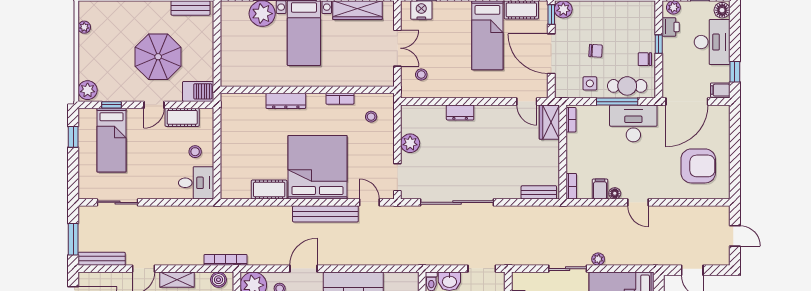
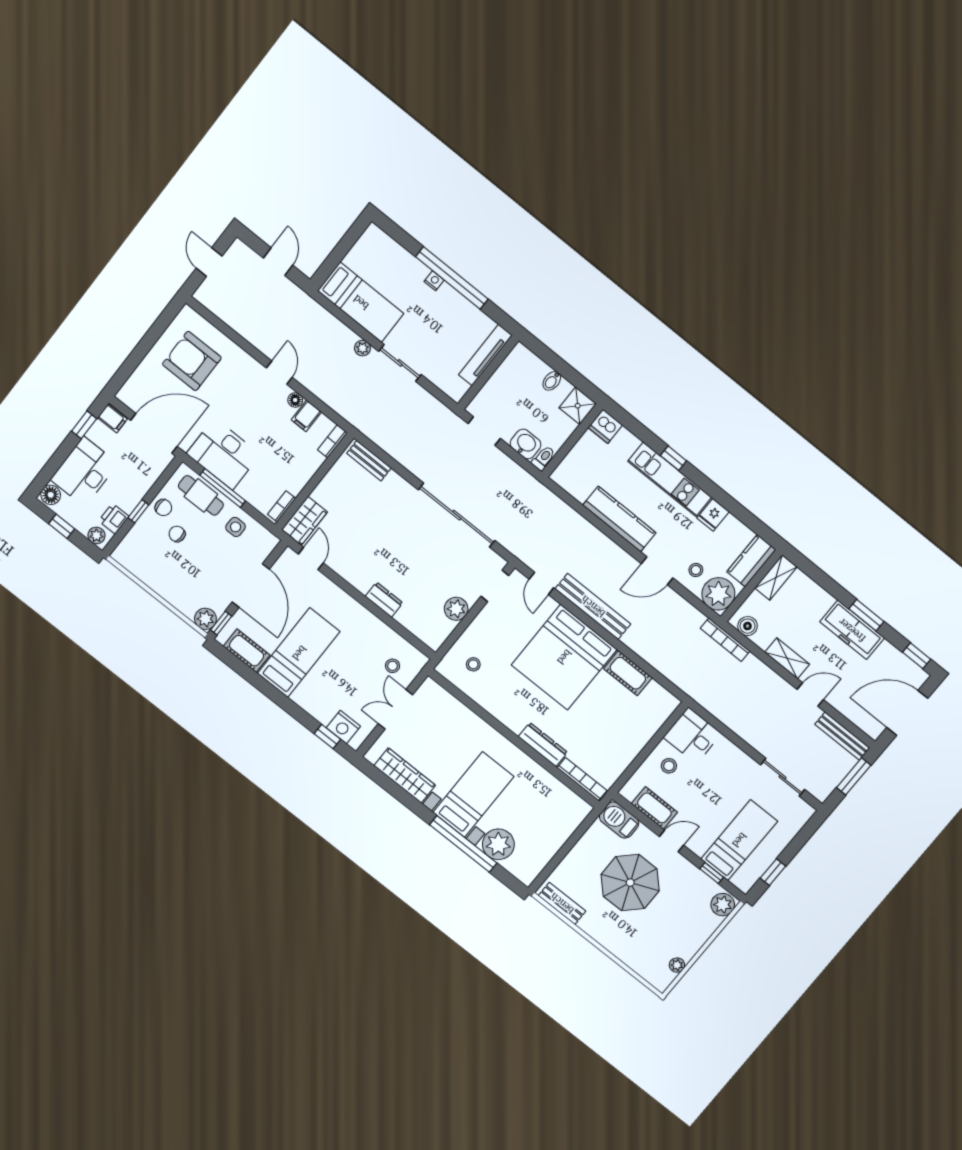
chair: (596, 51) -> (177, 534), moved
bookcase: (340, 99) -> (582, 779), moved, width x1.56

